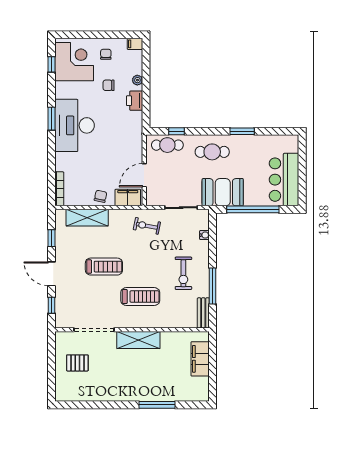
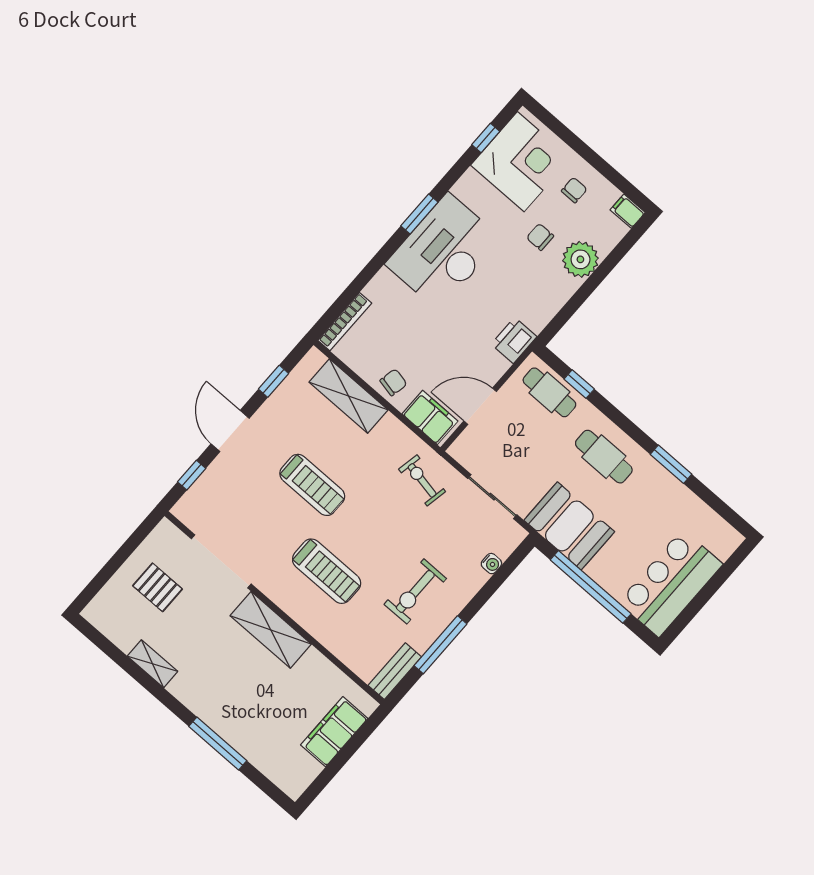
plant: (137, 80) -> (580, 259), width x1.87, depth x1.87
printer: (135, 101) -> (514, 340), moved
shelving: (102, 396) -> (153, 664), added

